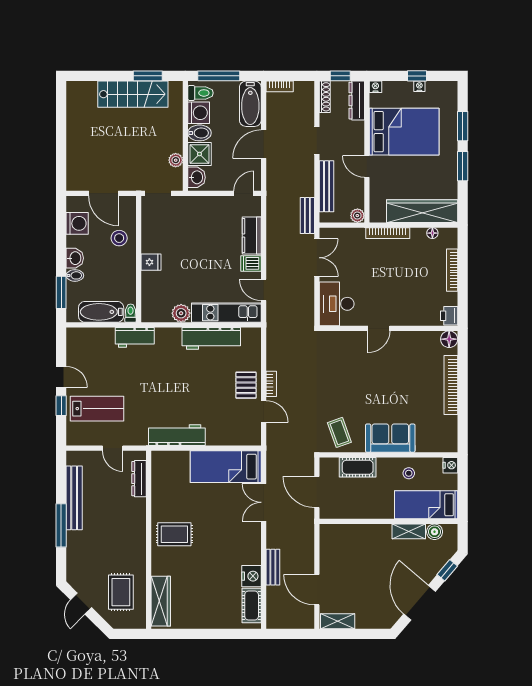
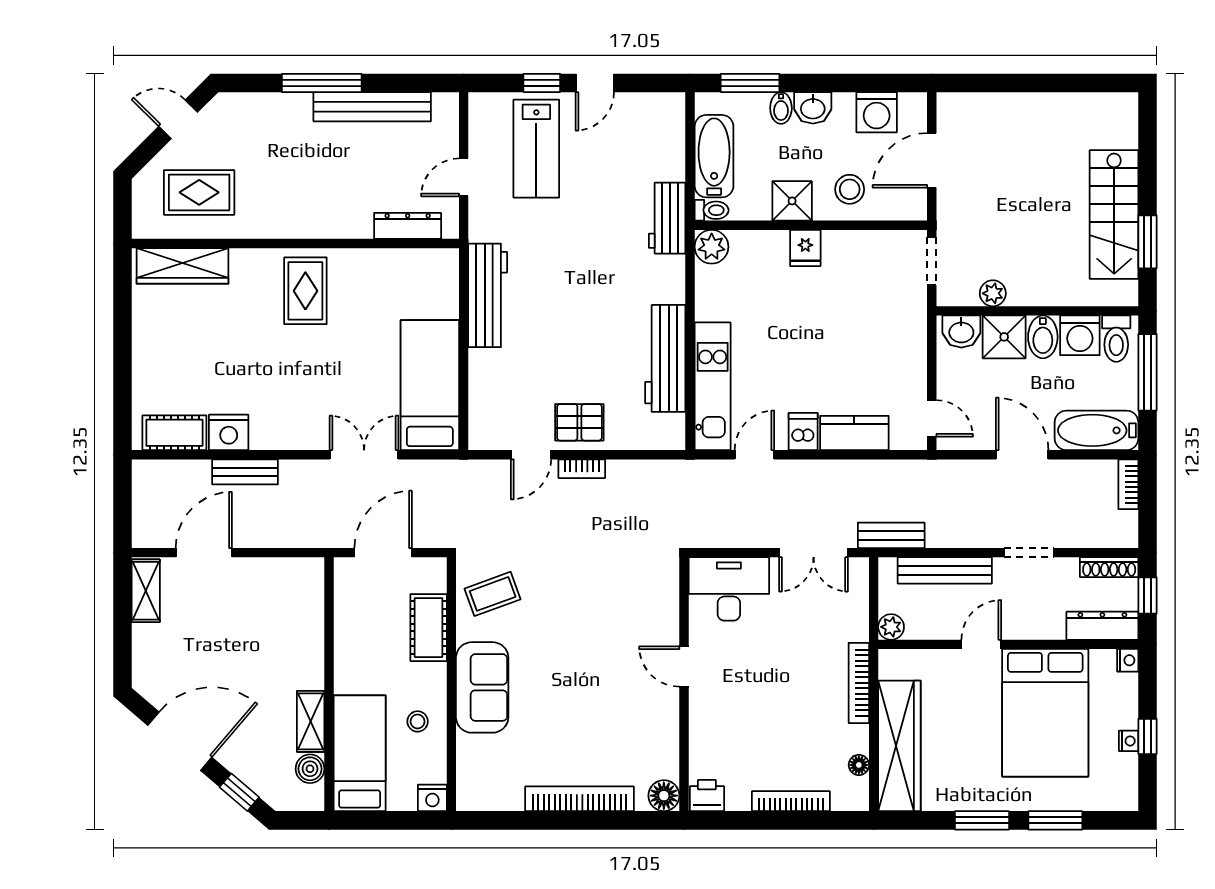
shower: (125, 269) -> (792, 201), added
plant: (181, 313) -> (712, 247), moved

